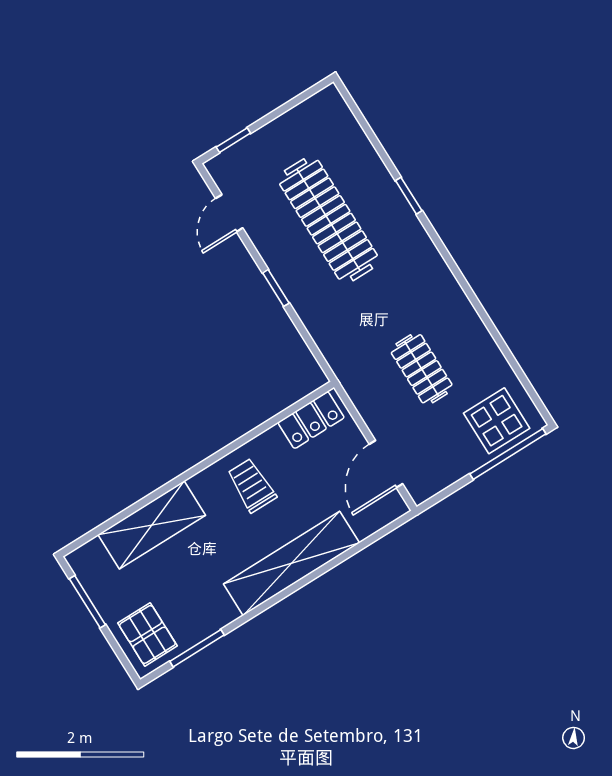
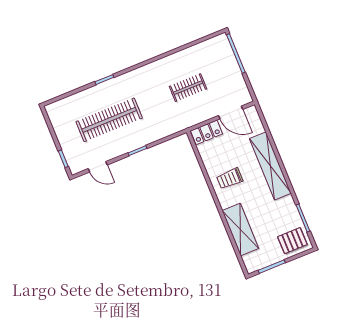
locker: (311, 420) -> (207, 132), moved, turned 90
display table: (497, 421) -> (219, 56), removed

